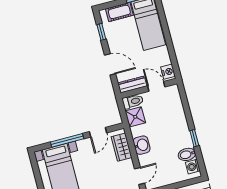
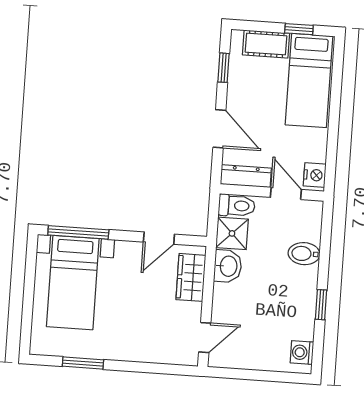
window: (67, 140) -> (78, 232), moved
washbasin: (142, 145) -> (228, 266), moved
bidet: (187, 154) -> (304, 254), moved

